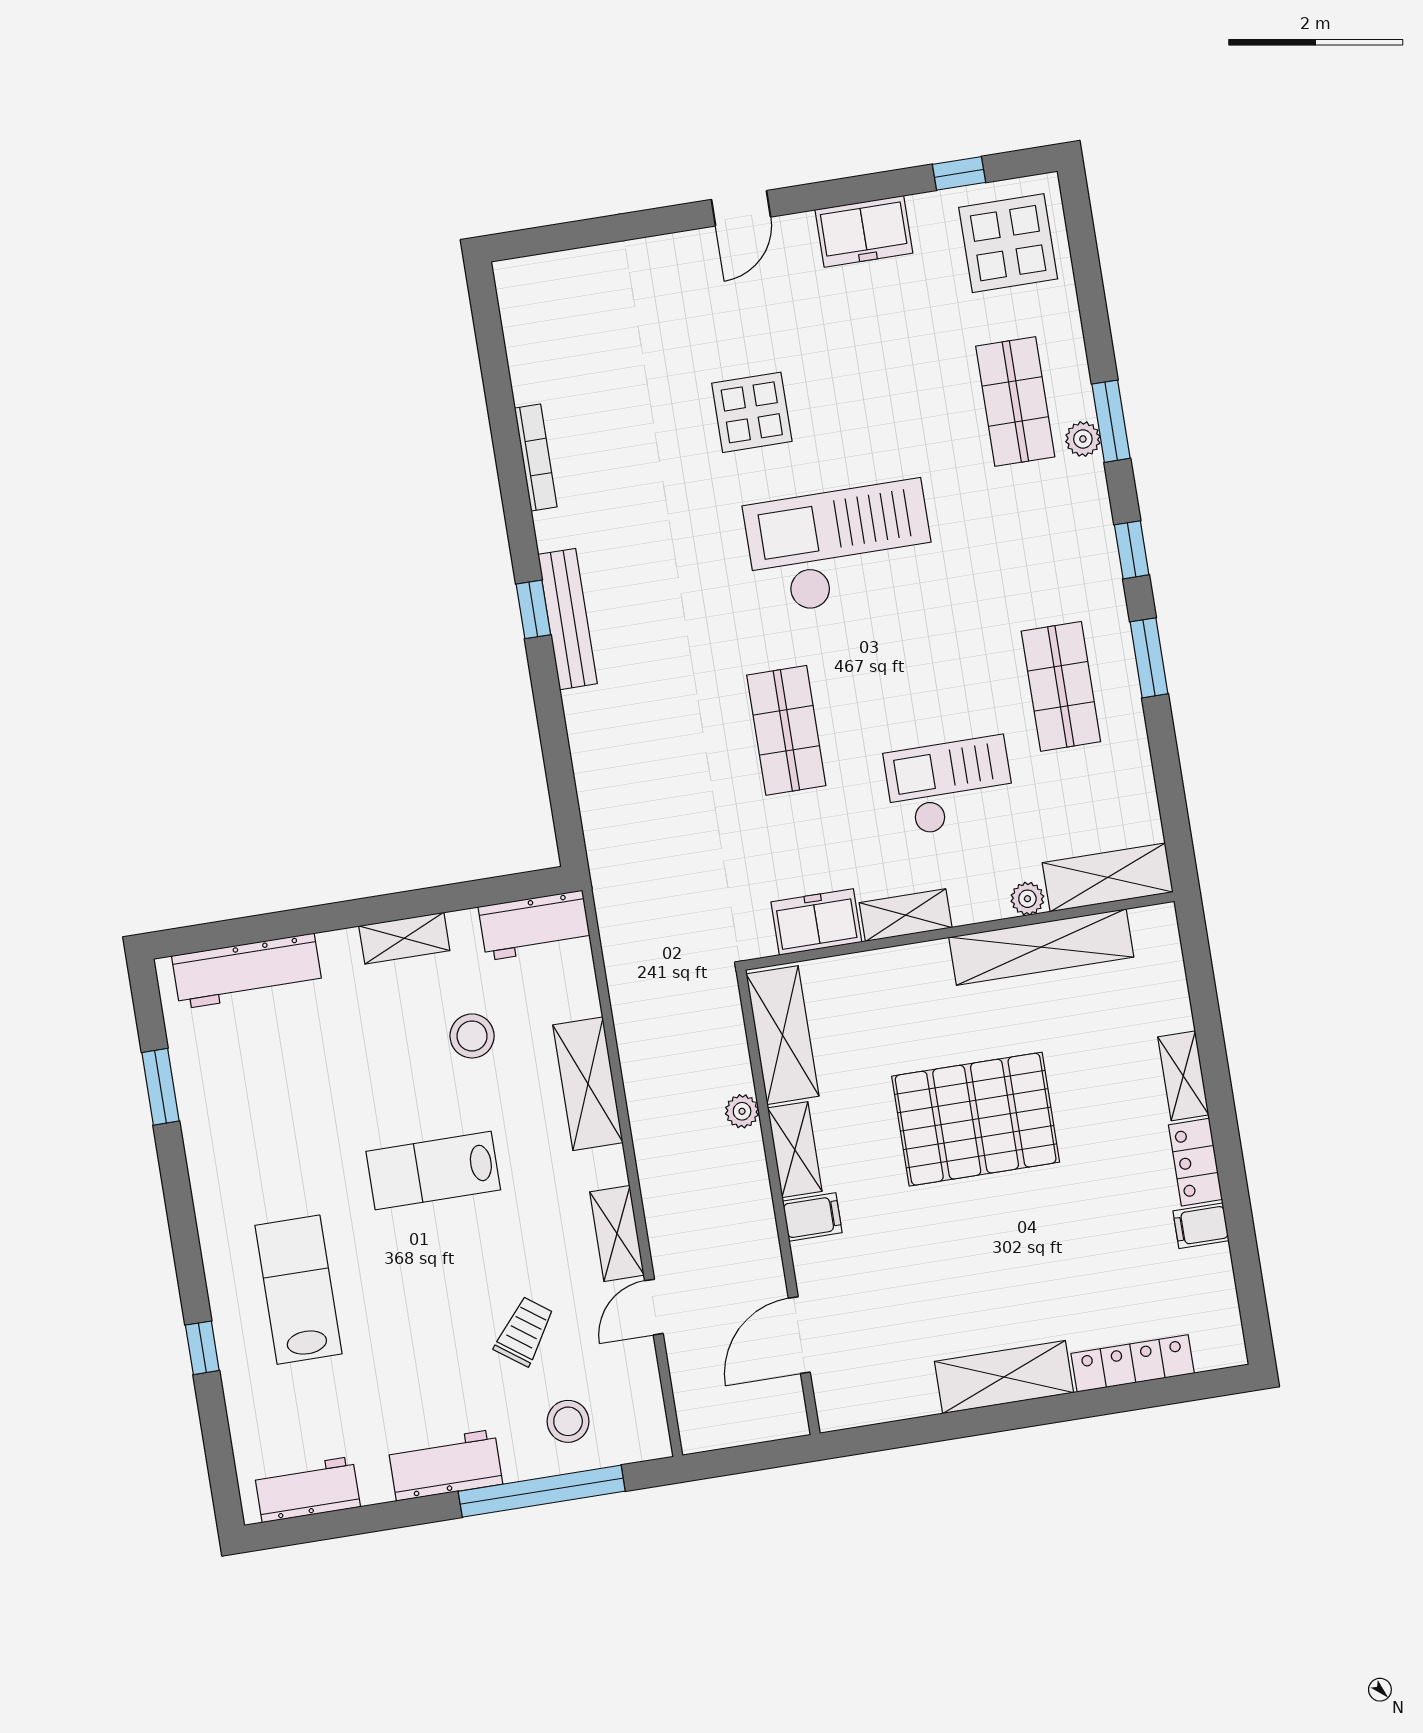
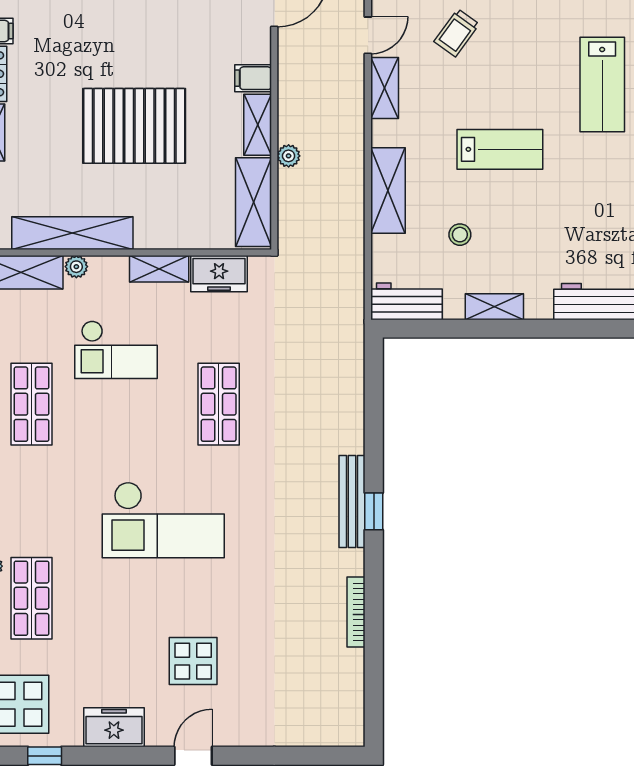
display table: (752, 412) -> (193, 661), moved
stool: (472, 1036) -> (460, 235), width x0.73, depth x0.73

